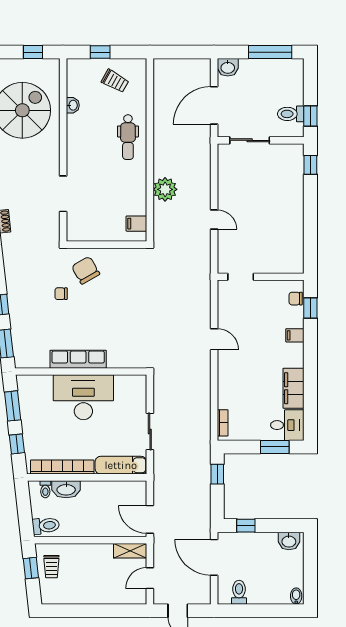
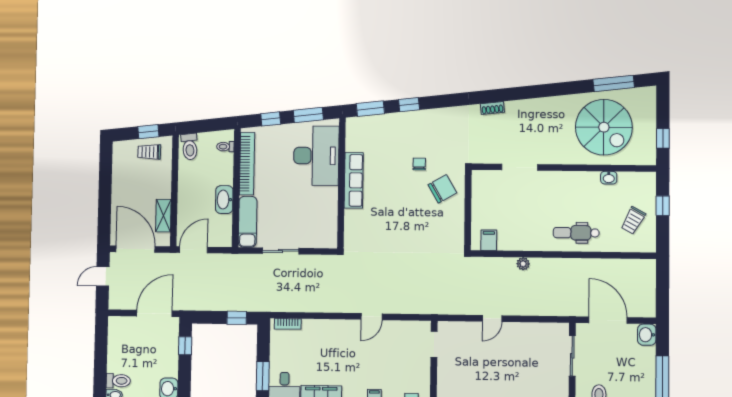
plant: (165, 189) -> (523, 264), width x0.53, depth x0.53
desk: (83, 397) -> (316, 156), moved
washbasin: (66, 489) -> (224, 200), moved
shelving: (130, 551) -> (163, 216), moved
door: (150, 578) -> (136, 249), width x1.87
toilet: (239, 592) -> (118, 381), moved

